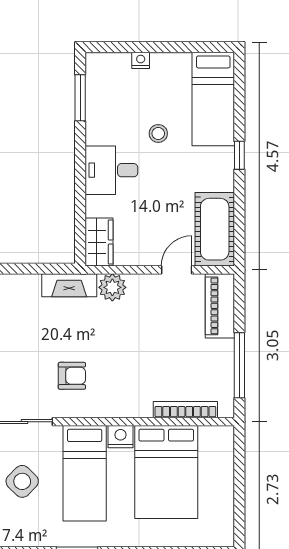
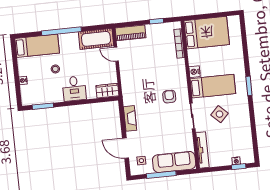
window: (239, 155) -> (61, 31), width x3.17
fireplace: (69, 285) -> (130, 118), moved
plant: (112, 287) -> (127, 82), removed
window: (239, 365) -> (157, 21), width x0.46
bed: (166, 472) -> (207, 33), moved

